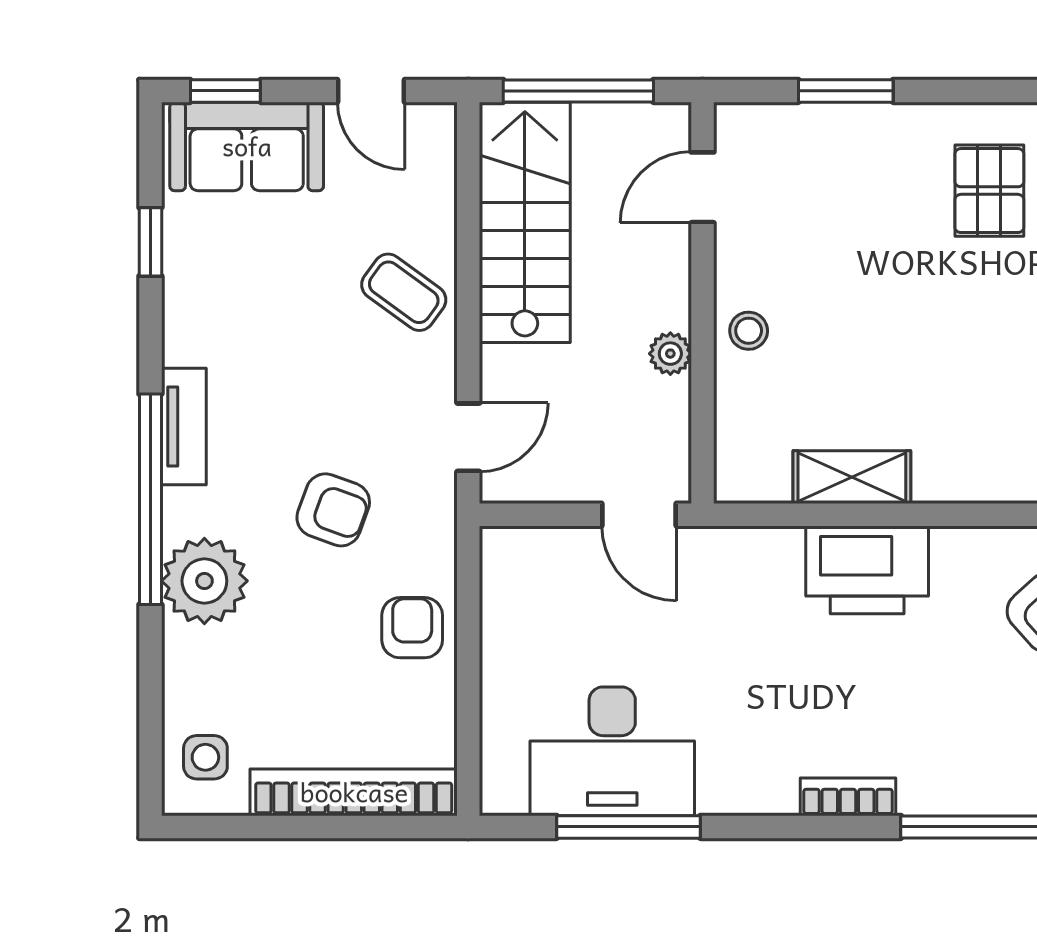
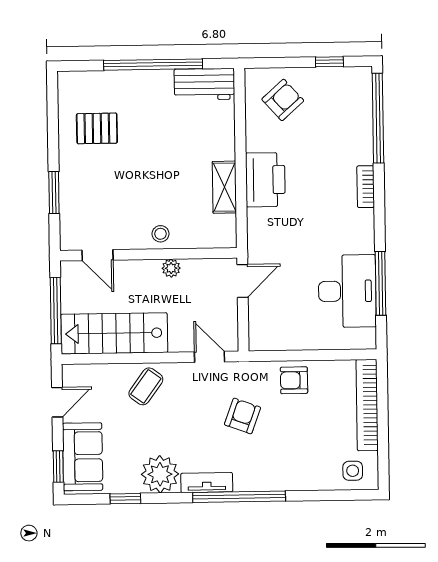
plant: (204, 581) -> (160, 474), moved

